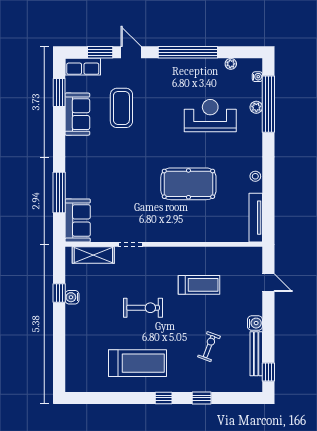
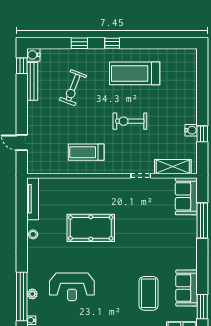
treadmill: (199, 285) -> (86, 152), moved
water cooler: (255, 323) -> (33, 55), moved
exercise bike: (209, 347) -> (73, 88), width x1.38, depth x1.39

